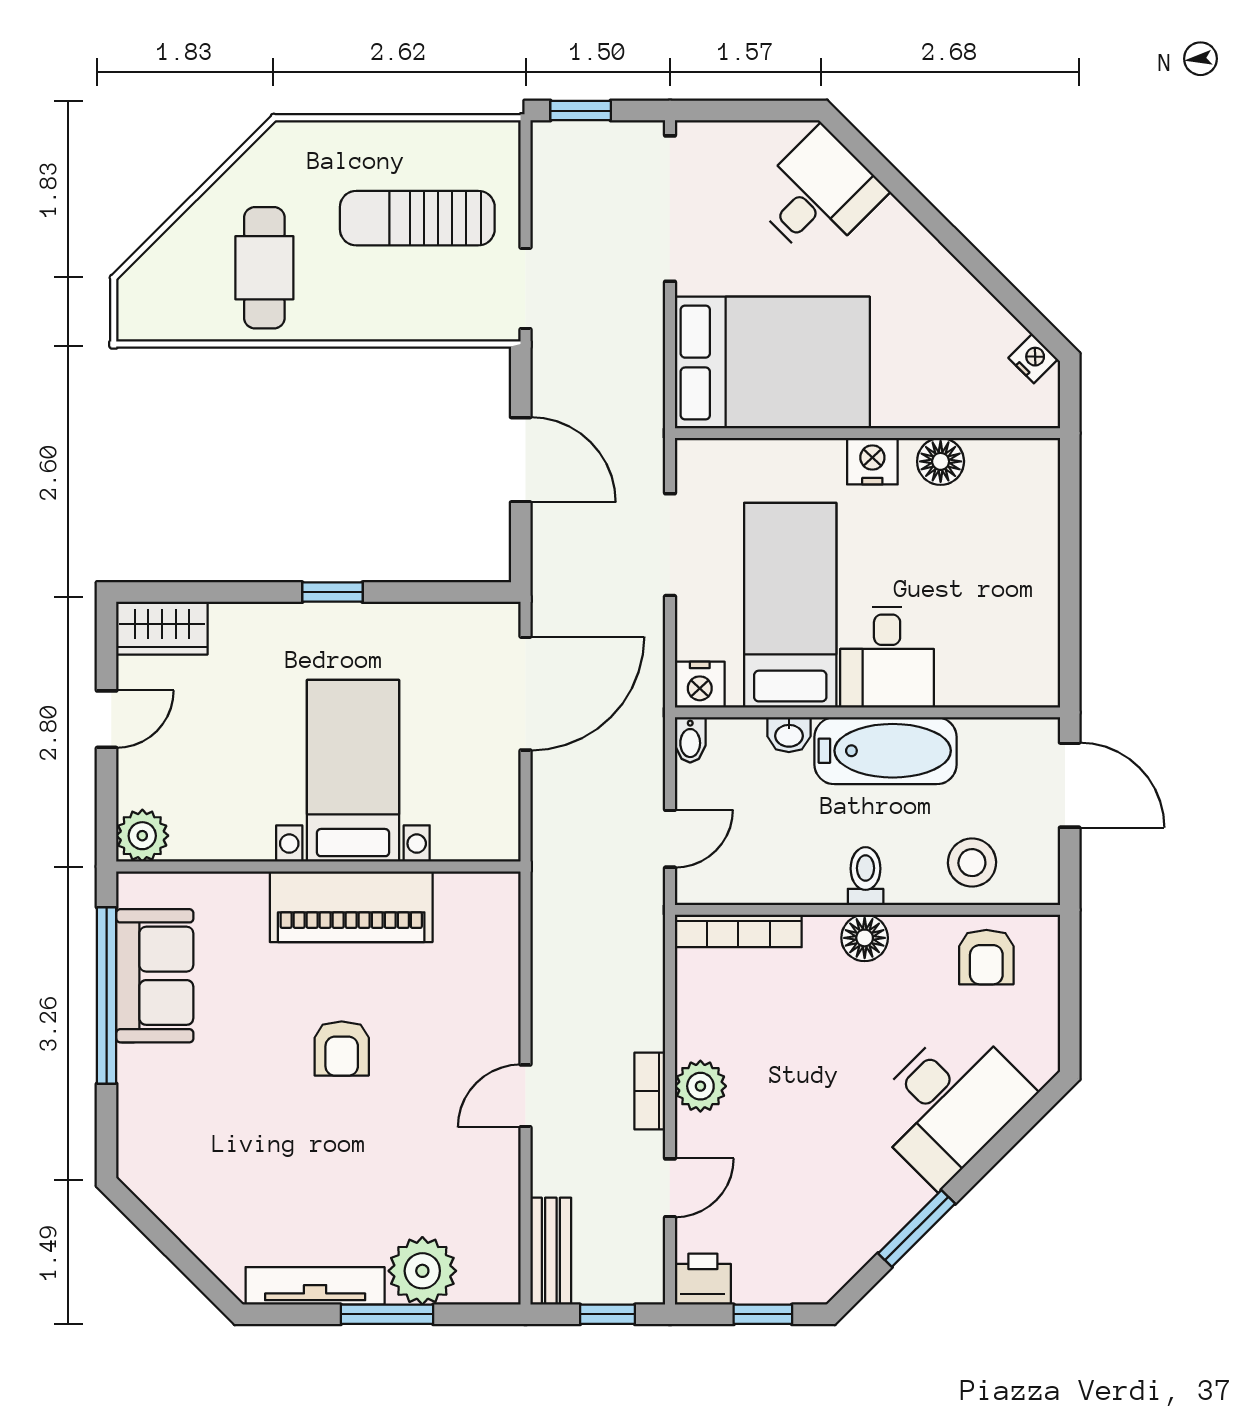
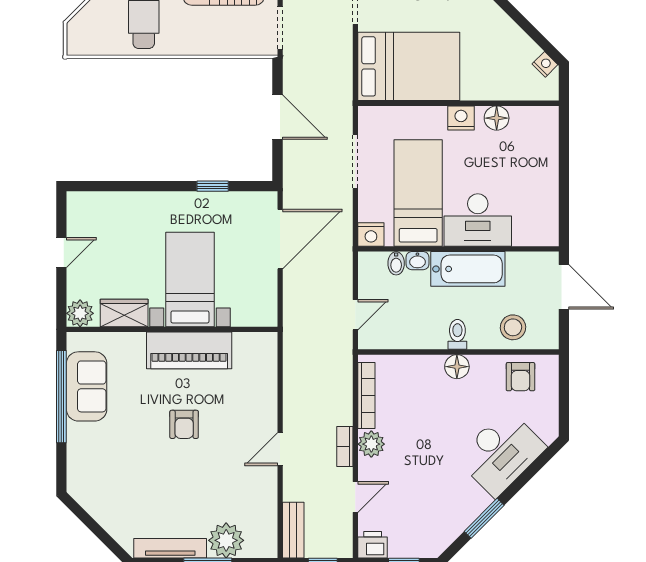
window: (332, 592) -> (213, 186), moved
wardrobe: (162, 628) -> (124, 313), moved, turned 180
desk: (887, 657) -> (478, 220), width x1.37
bidet: (690, 740) -> (396, 263), moved
bookcase: (738, 931) -> (366, 396), moved, turned -90

